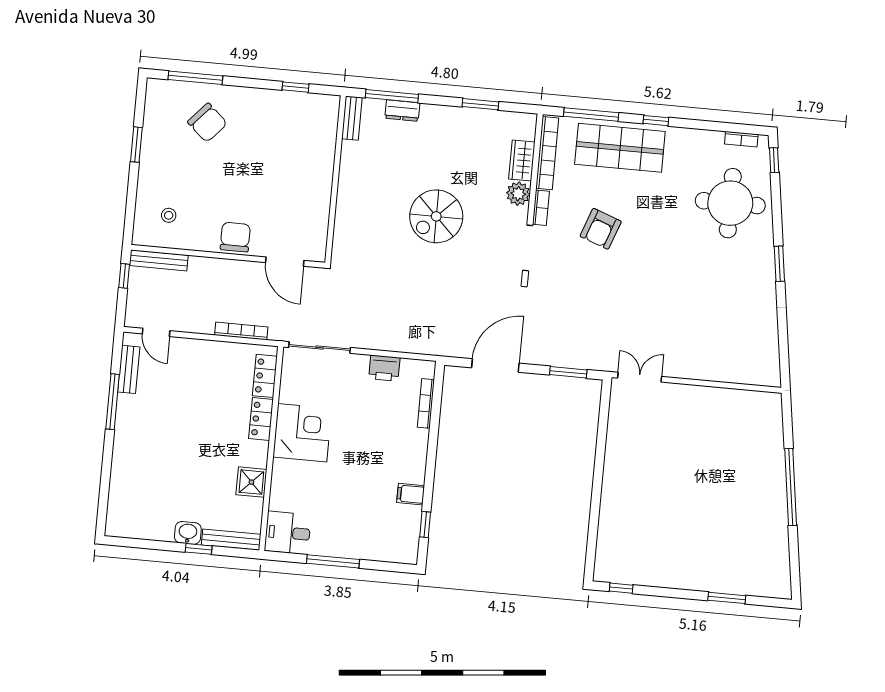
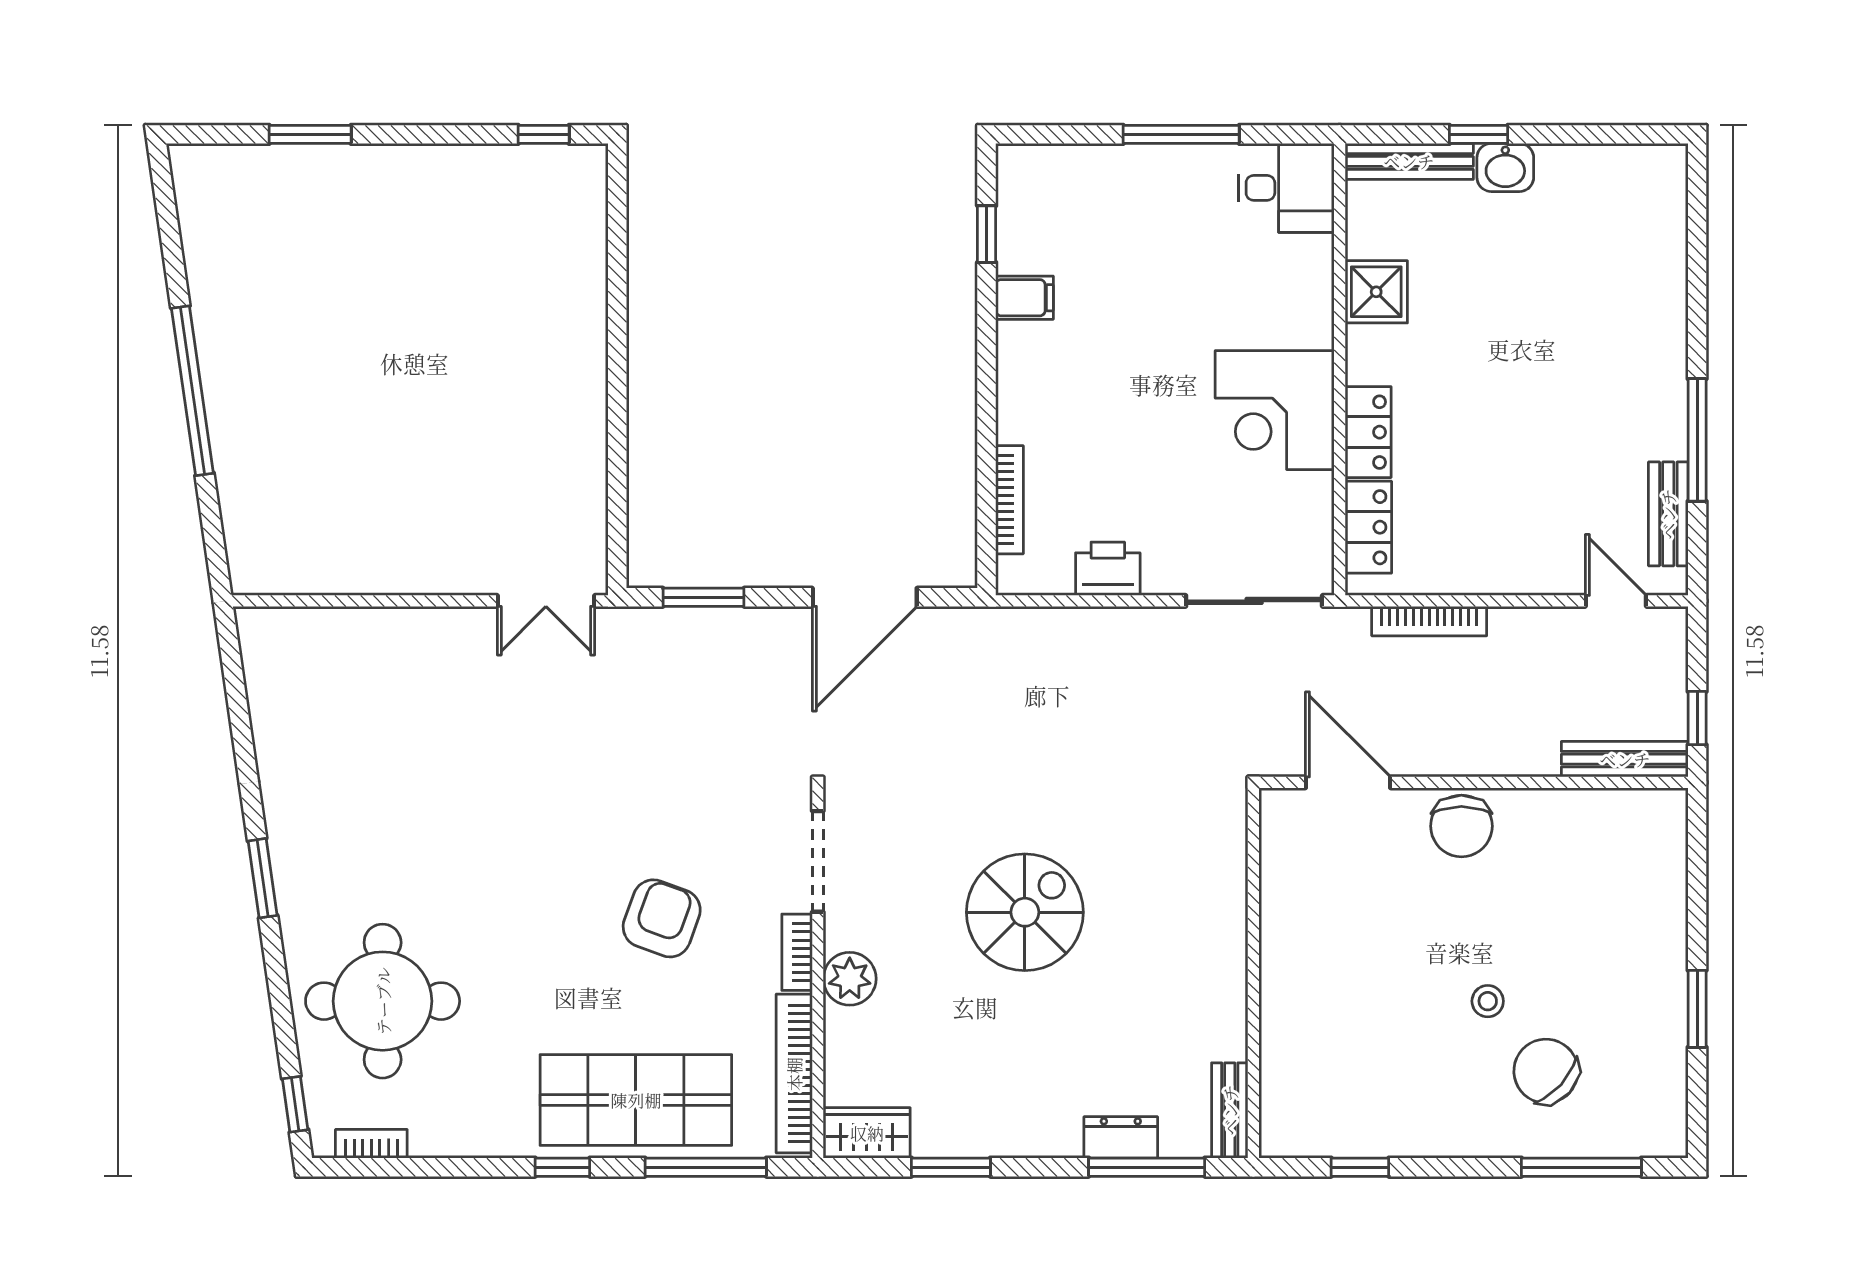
wardrobe: (522, 160) -> (867, 1133), moved, turned -90
stool: (169, 215) -> (1488, 1001), moved

